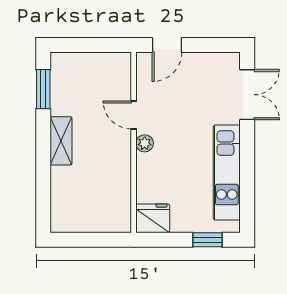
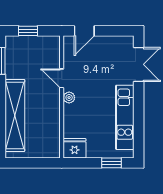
window: (84, 45) -> (28, 31), added
shelving: (61, 141) -> (15, 115), width x2.20, depth x1.33

